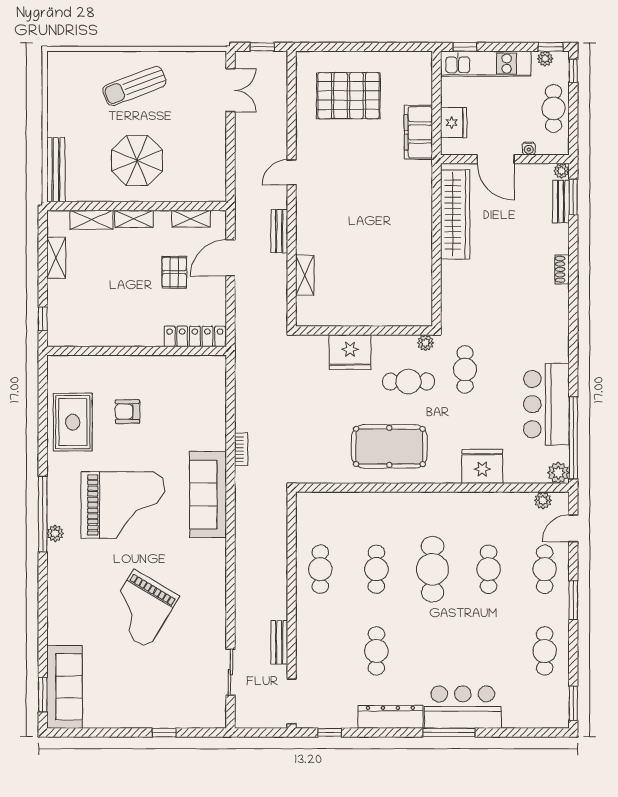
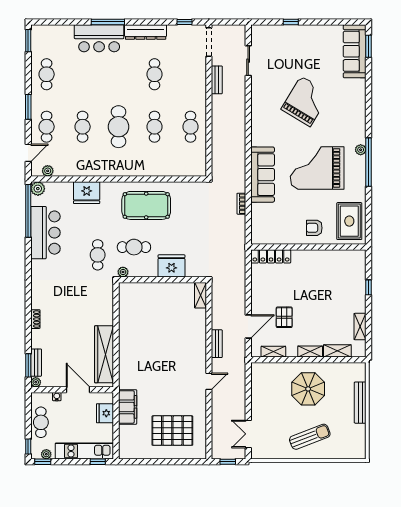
bench: (56, 170) -> (360, 403), moved
shelving: (305, 275) -> (200, 295), moved
locker: (195, 336) -> (271, 256), moved
wall: (137, 351) -> (308, 247), moved
armchair: (127, 412) -> (314, 228), turned 180

